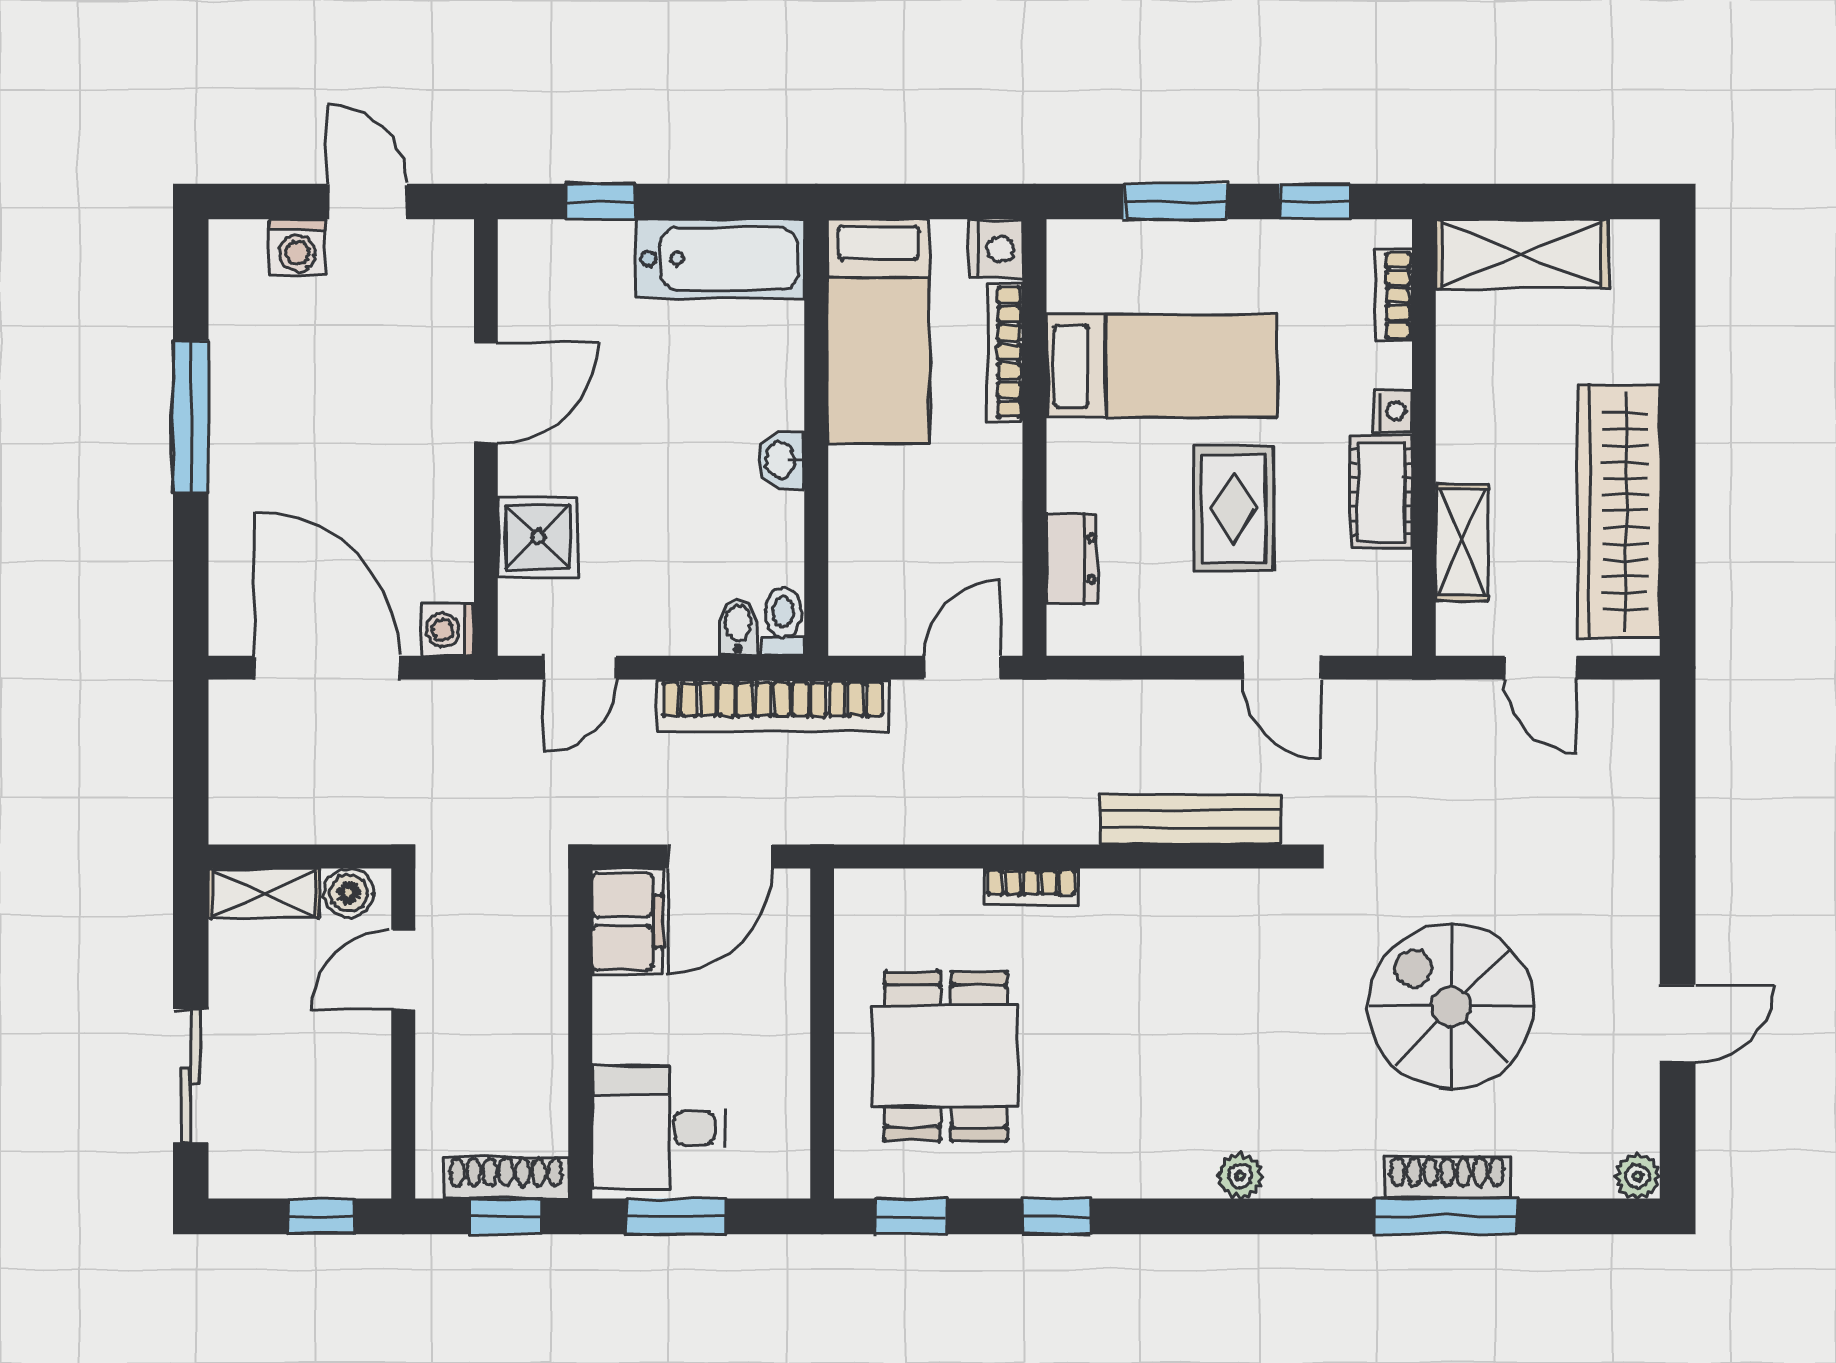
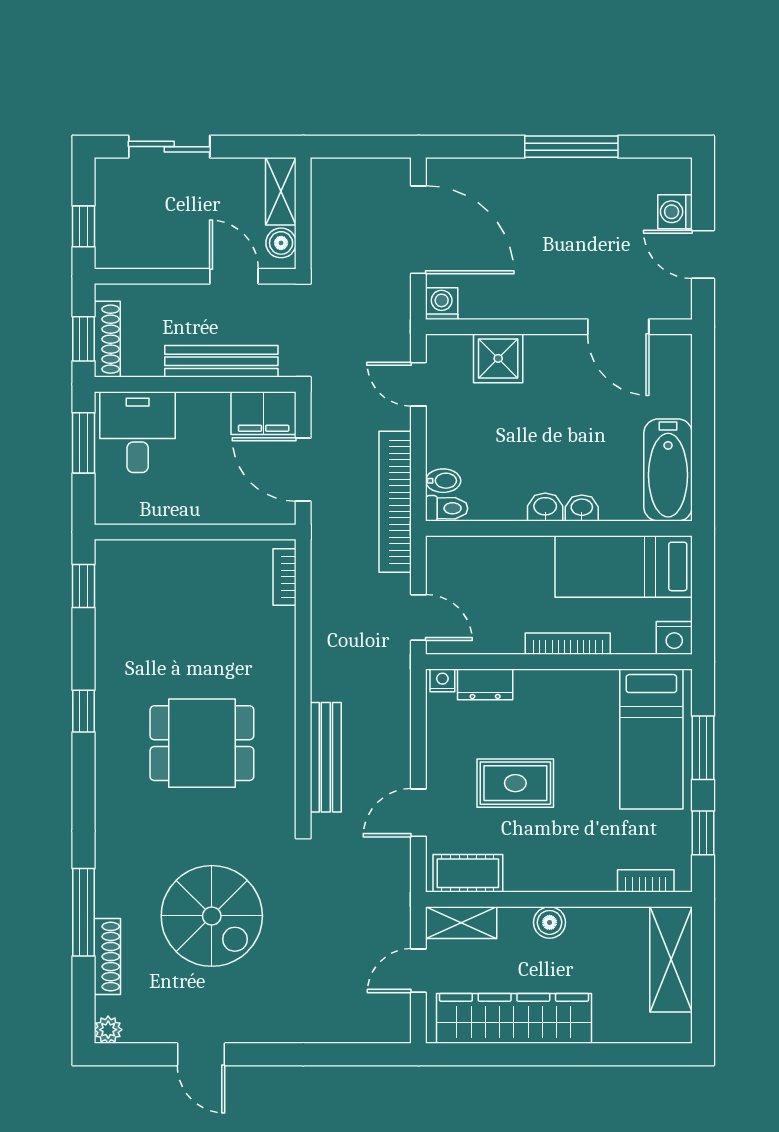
door: (367, 202) -> (703, 254), swing flipped
window: (600, 202) -> (703, 397), removed
bookcase: (1005, 352) -> (568, 644), moved
bed: (1161, 366) -> (651, 739), moved
door: (486, 392) -> (618, 327), moved
washbasin: (783, 400) -> (582, 508), added
nightstand: (1393, 411) -> (442, 680), moved, turned 180
boiler: (1462, 453) -> (550, 922), added
cot: (1381, 492) -> (468, 873), moved
shelving: (1462, 542) -> (461, 923), moved
door: (327, 668) -> (418, 230), hinge flipped
bookcase: (1031, 887) -> (285, 577), moved
bench: (542, 990) -> (221, 361), added
spiral stairs: (1451, 1006) -> (212, 916), turned 90
dining table: (946, 1056) -> (202, 743), moved
plant: (1240, 1176) -> (108, 787), removed
shoe rack: (1447, 1177) -> (107, 957), moved
window: (1057, 1216) -> (84, 711), moved

